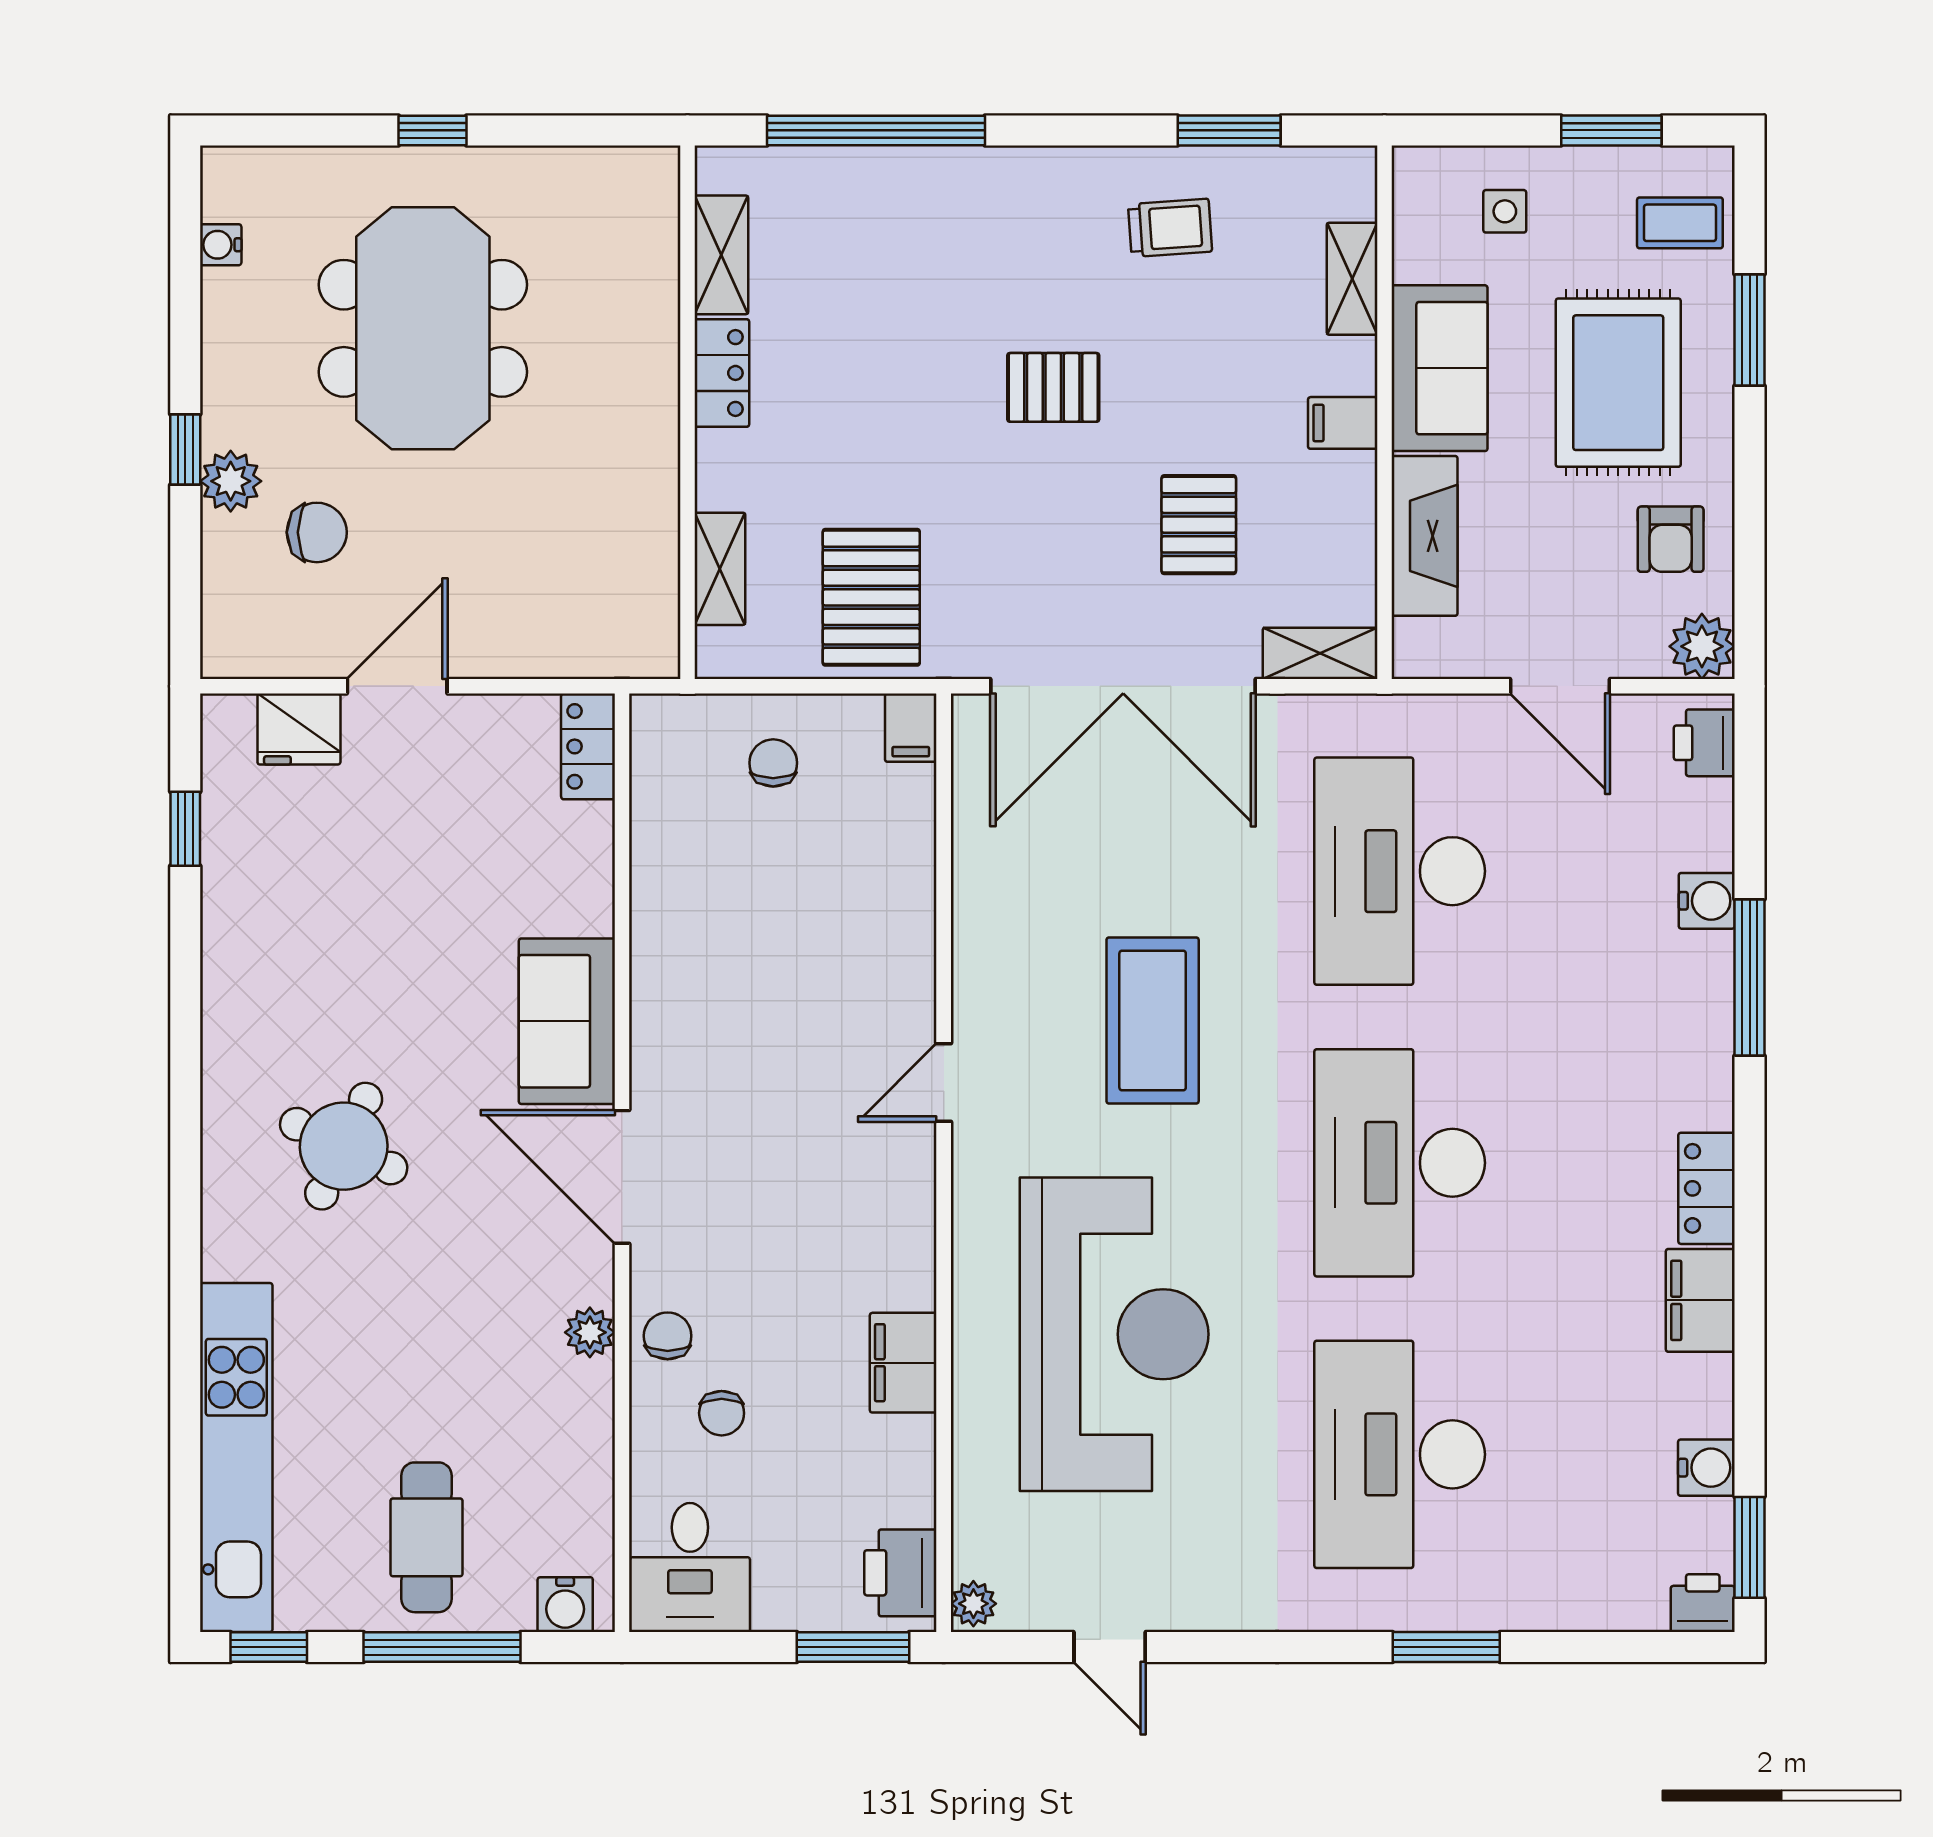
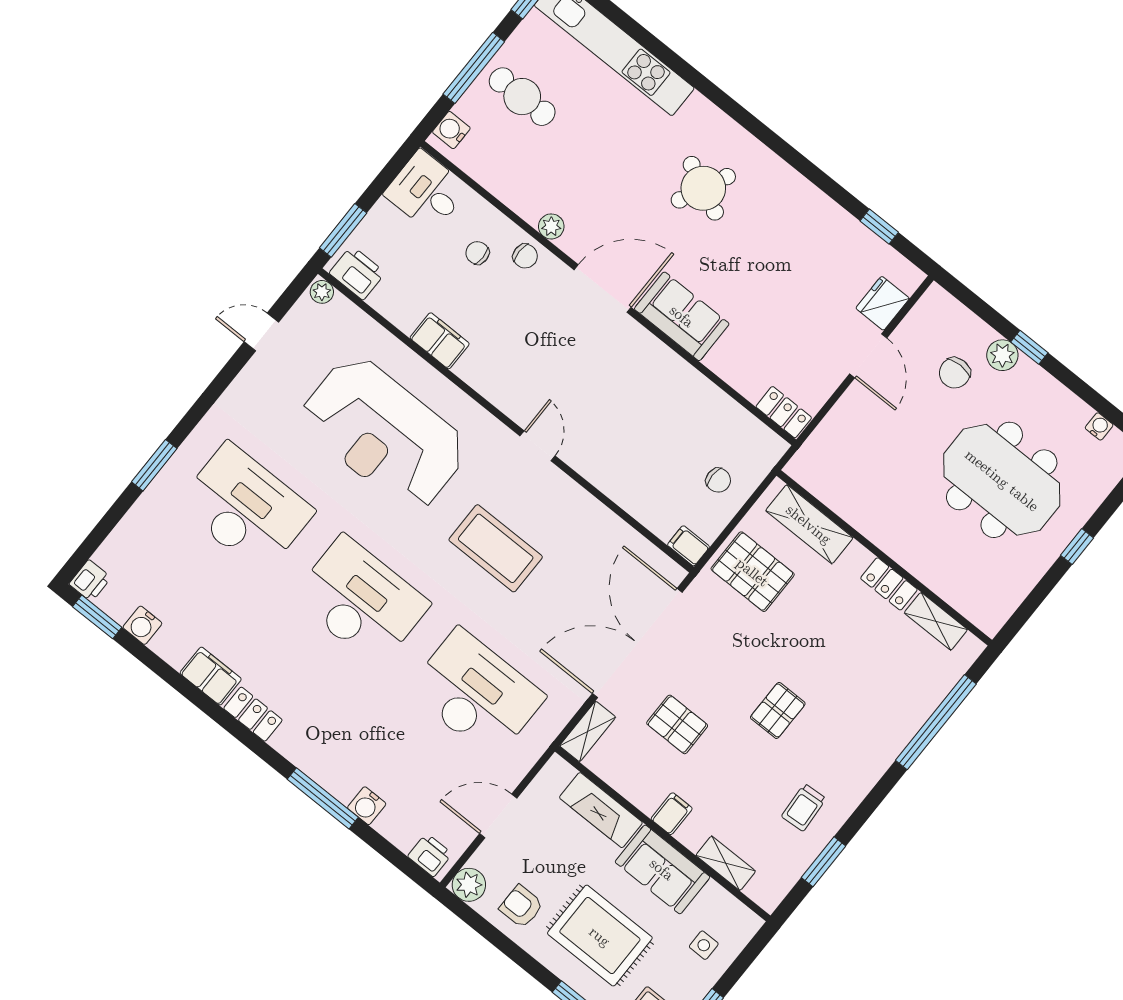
shelving: (720, 569) -> (809, 524), width x1.50, depth x1.33

